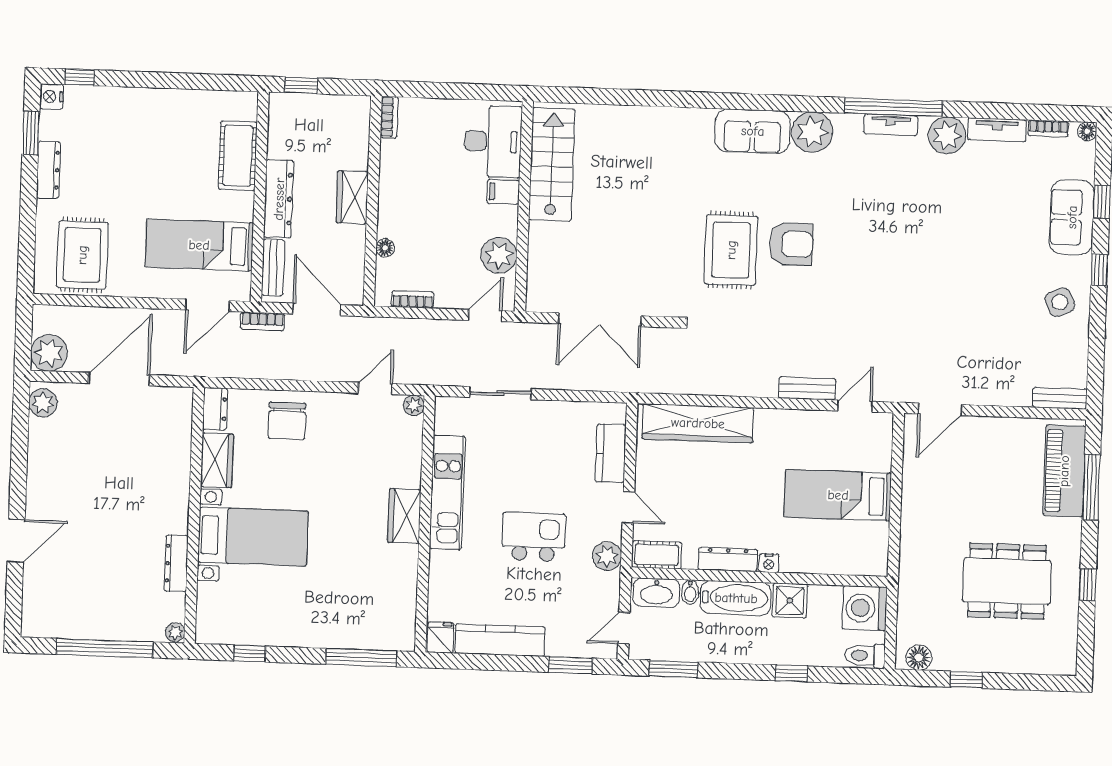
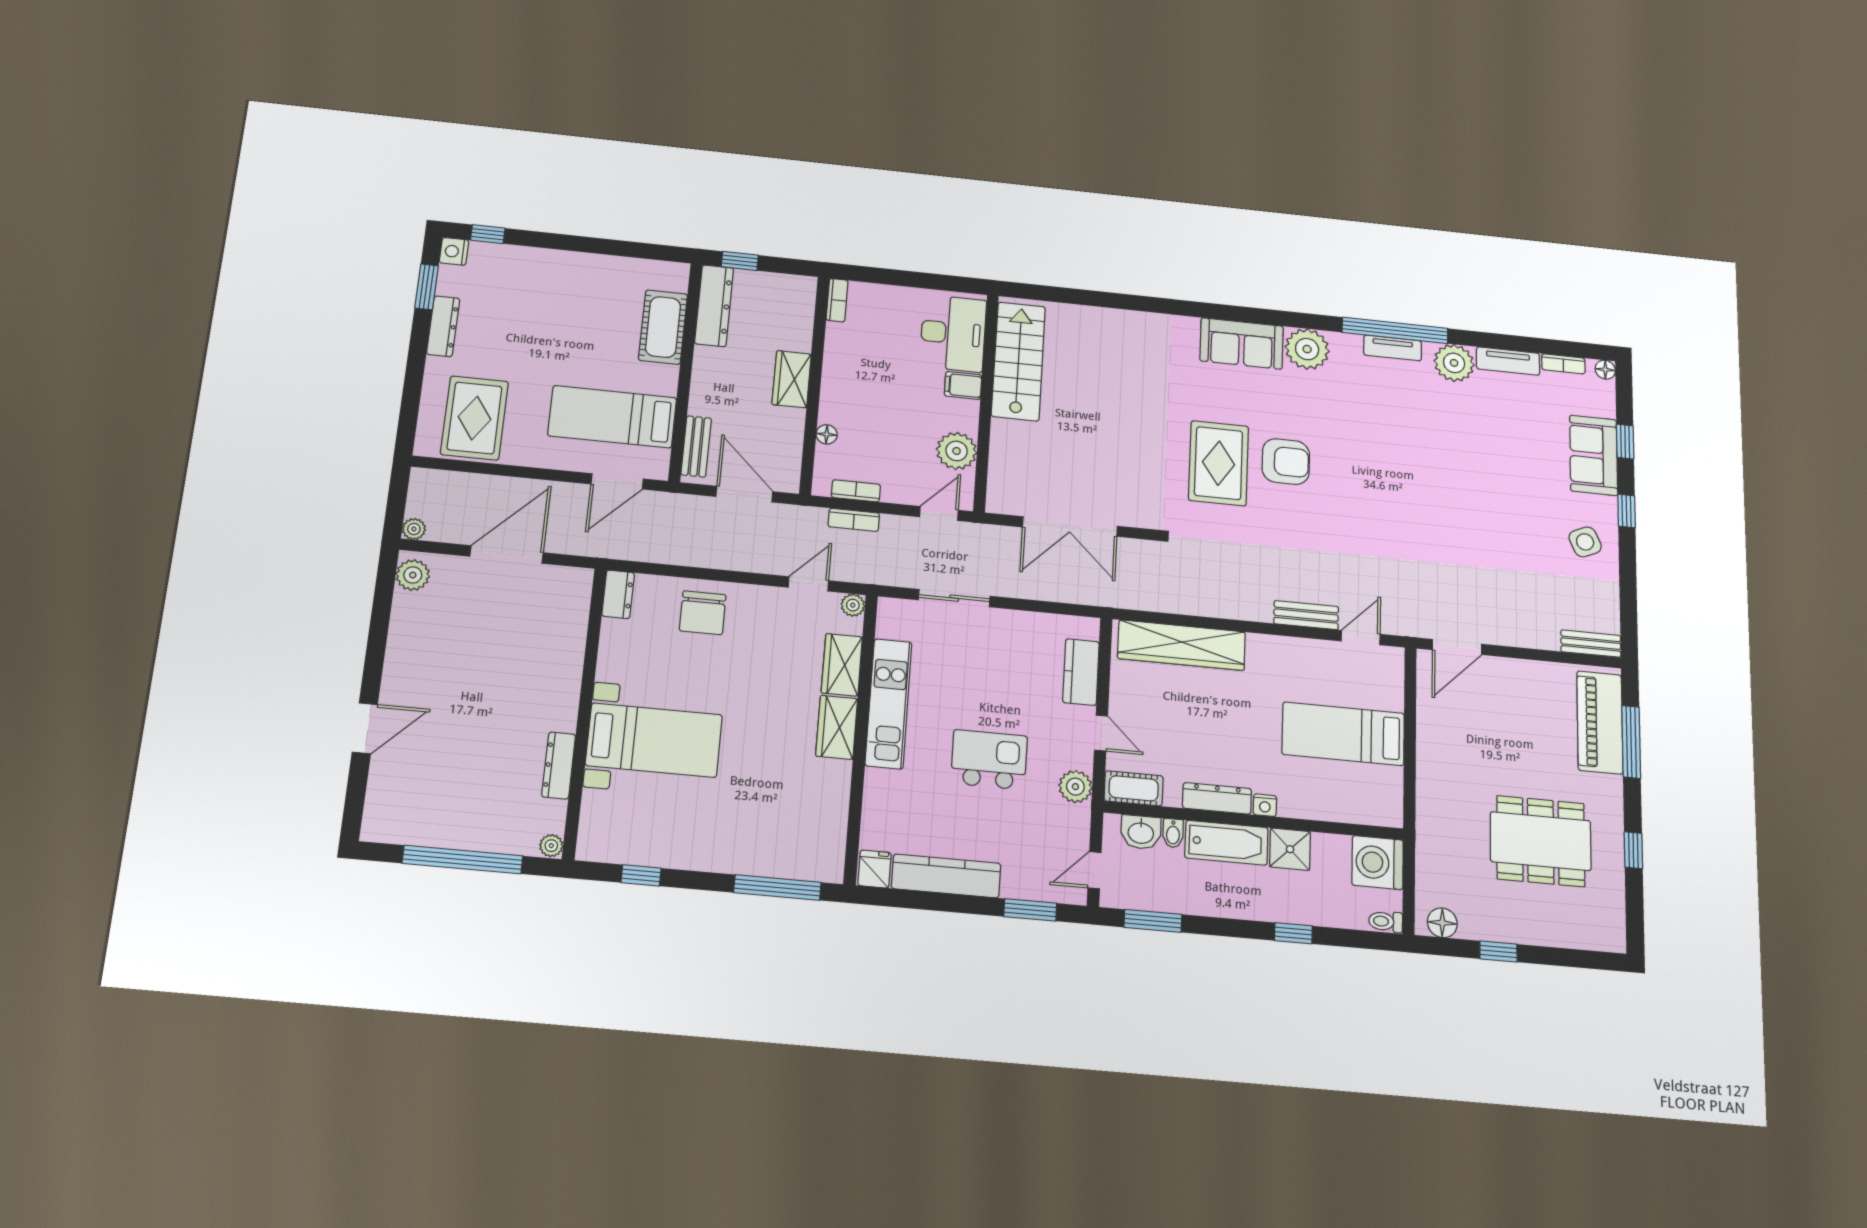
dresser: (279, 199) -> (714, 306), moved
bookcase: (263, 321) -> (854, 520), moved
plant: (49, 353) -> (414, 529), width x0.53, depth x0.53
wardrobe: (217, 460) -> (842, 665), moved, turned 180
washbasin: (656, 593) -> (1141, 832), width x0.72
toilet: (865, 656) -> (1386, 922), width x0.73, depth x0.72

